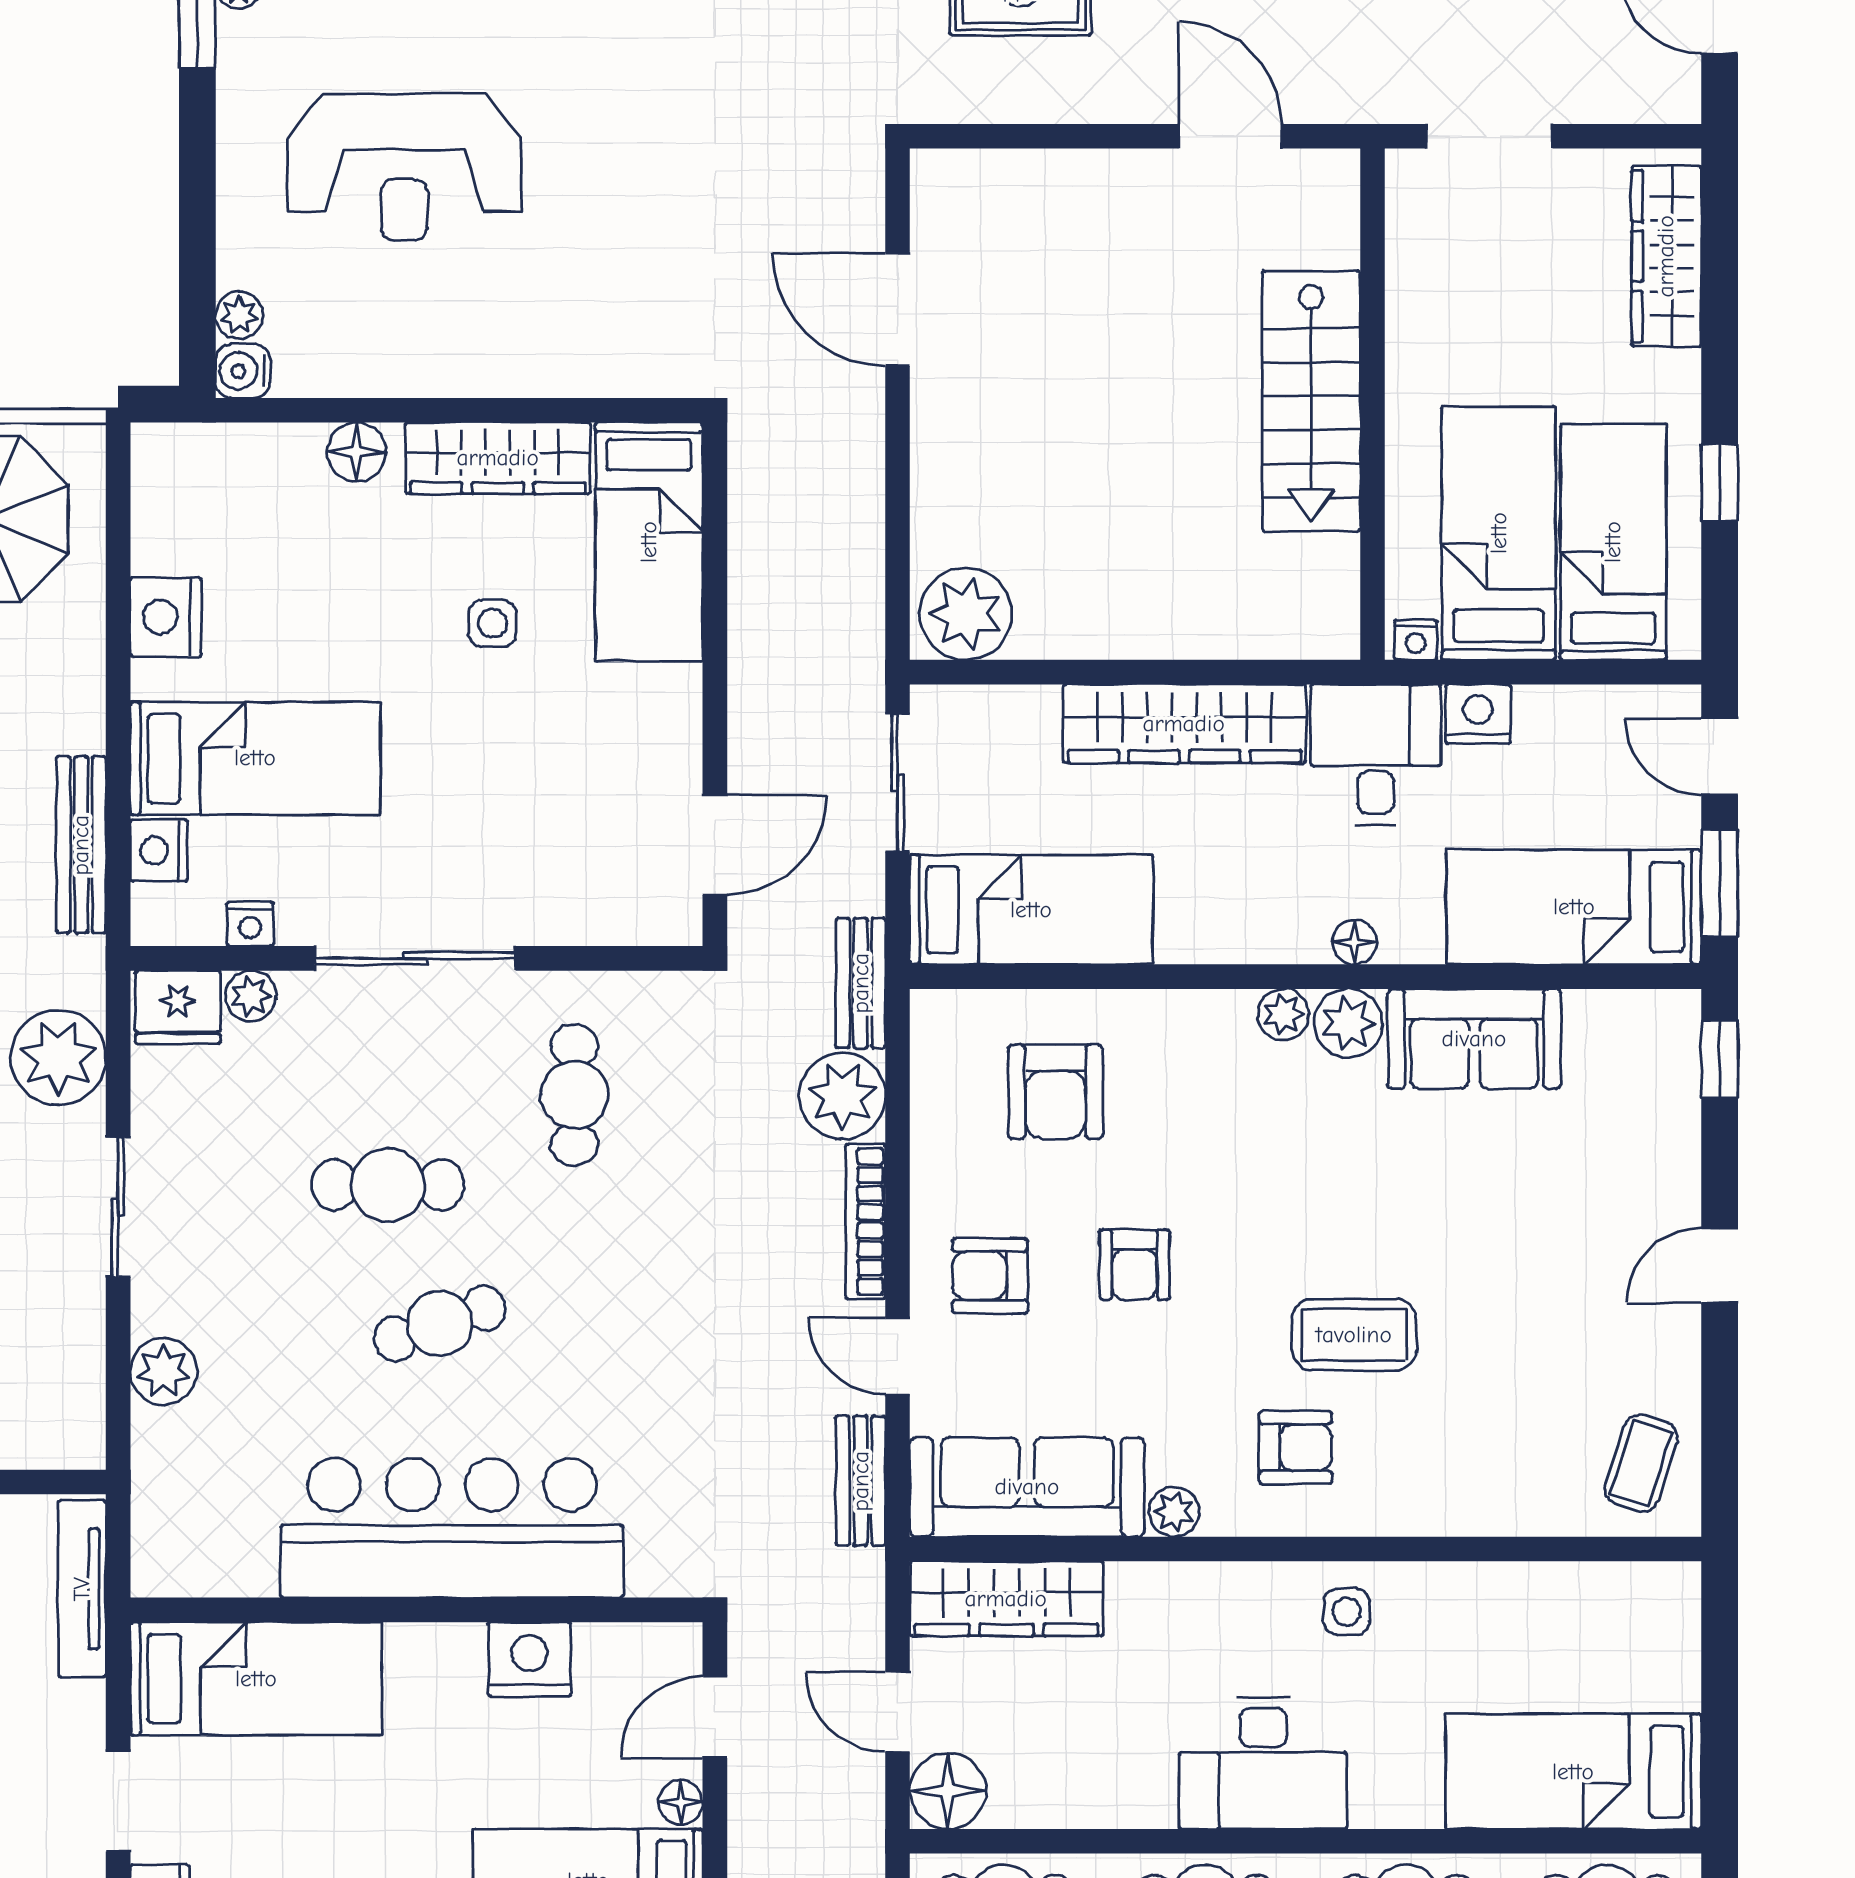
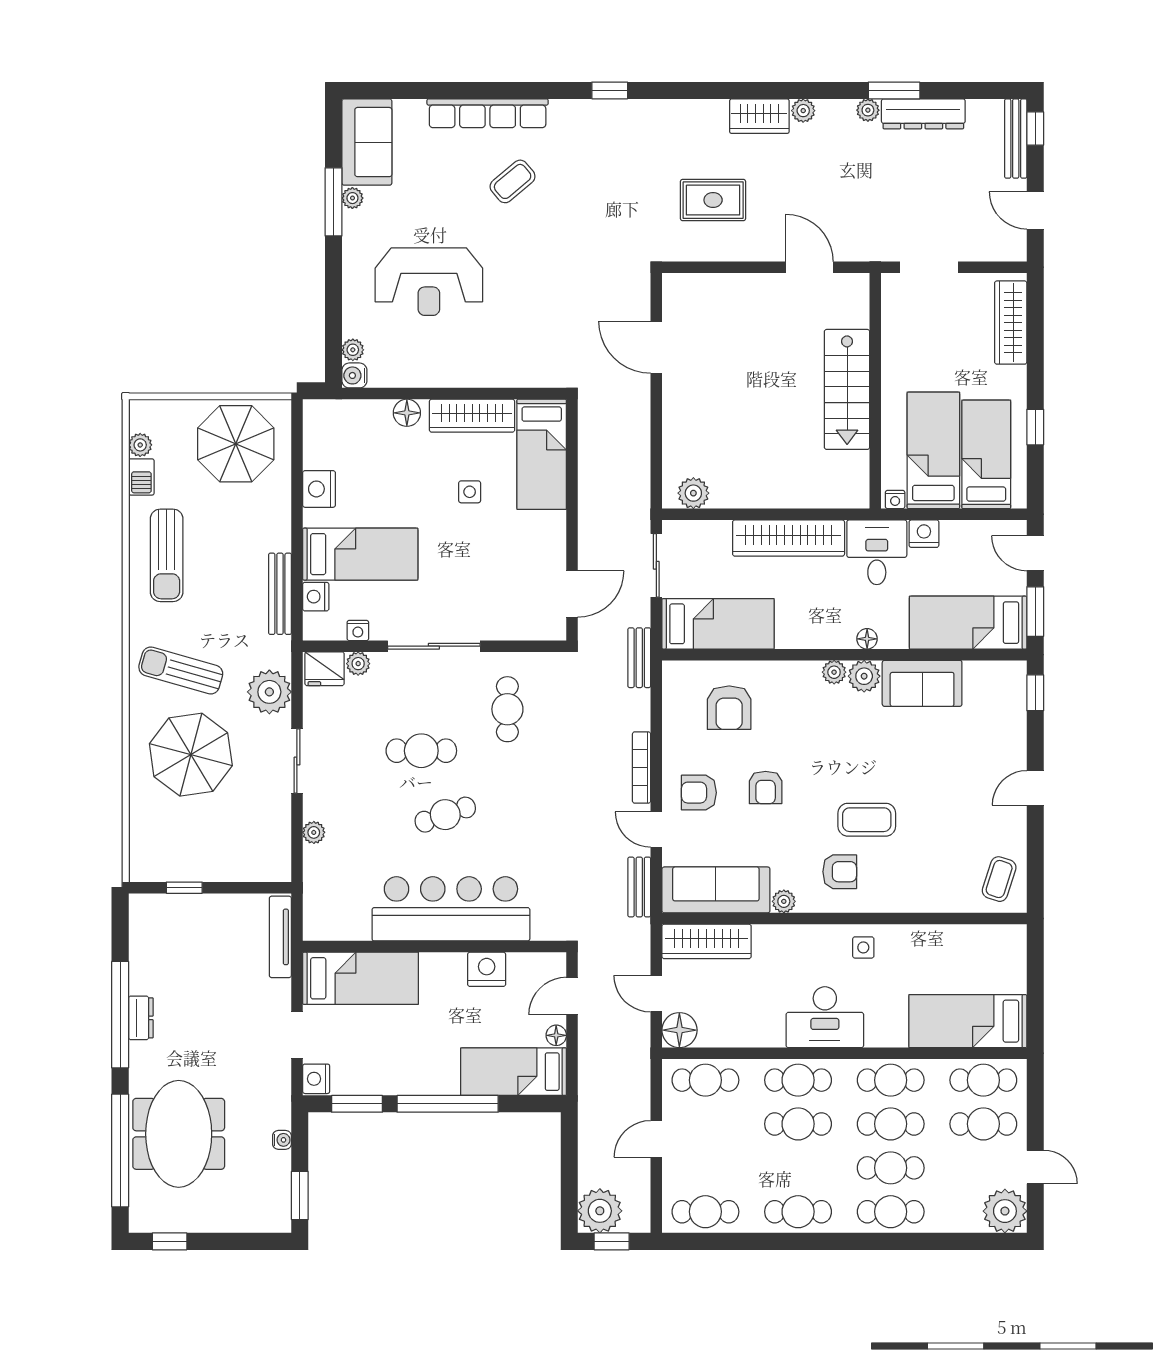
plant: (966, 614) -> (693, 493), width x0.73, depth x0.73
plant: (842, 1096) -> (631, 710), removed
plant: (164, 1371) -> (314, 832), width x0.73, depth x0.73

